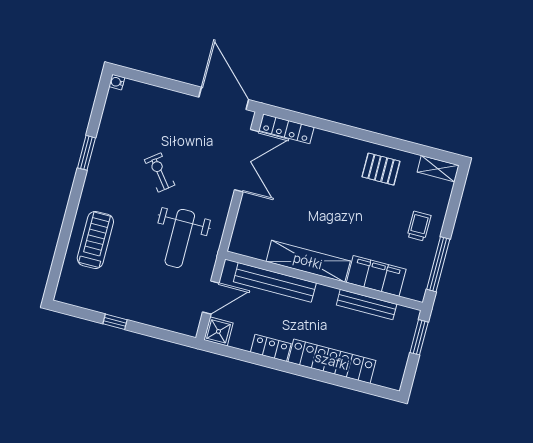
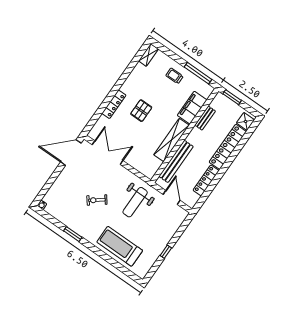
locker: (286, 129) -> (114, 104), moved
pallet: (381, 169) -> (141, 111), moved
weight bench: (180, 238) -> (135, 202), turned 90
treadmill: (95, 240) -> (120, 246), width x1.37, depth x1.38
bench: (367, 305) -> (205, 118), width x0.73
shower: (218, 331) -> (246, 122), moved
locker: (271, 348) -> (206, 180), width x1.53

